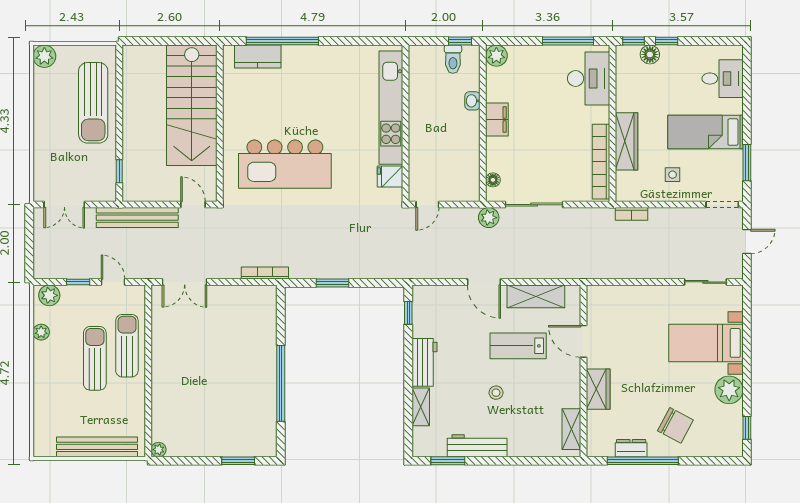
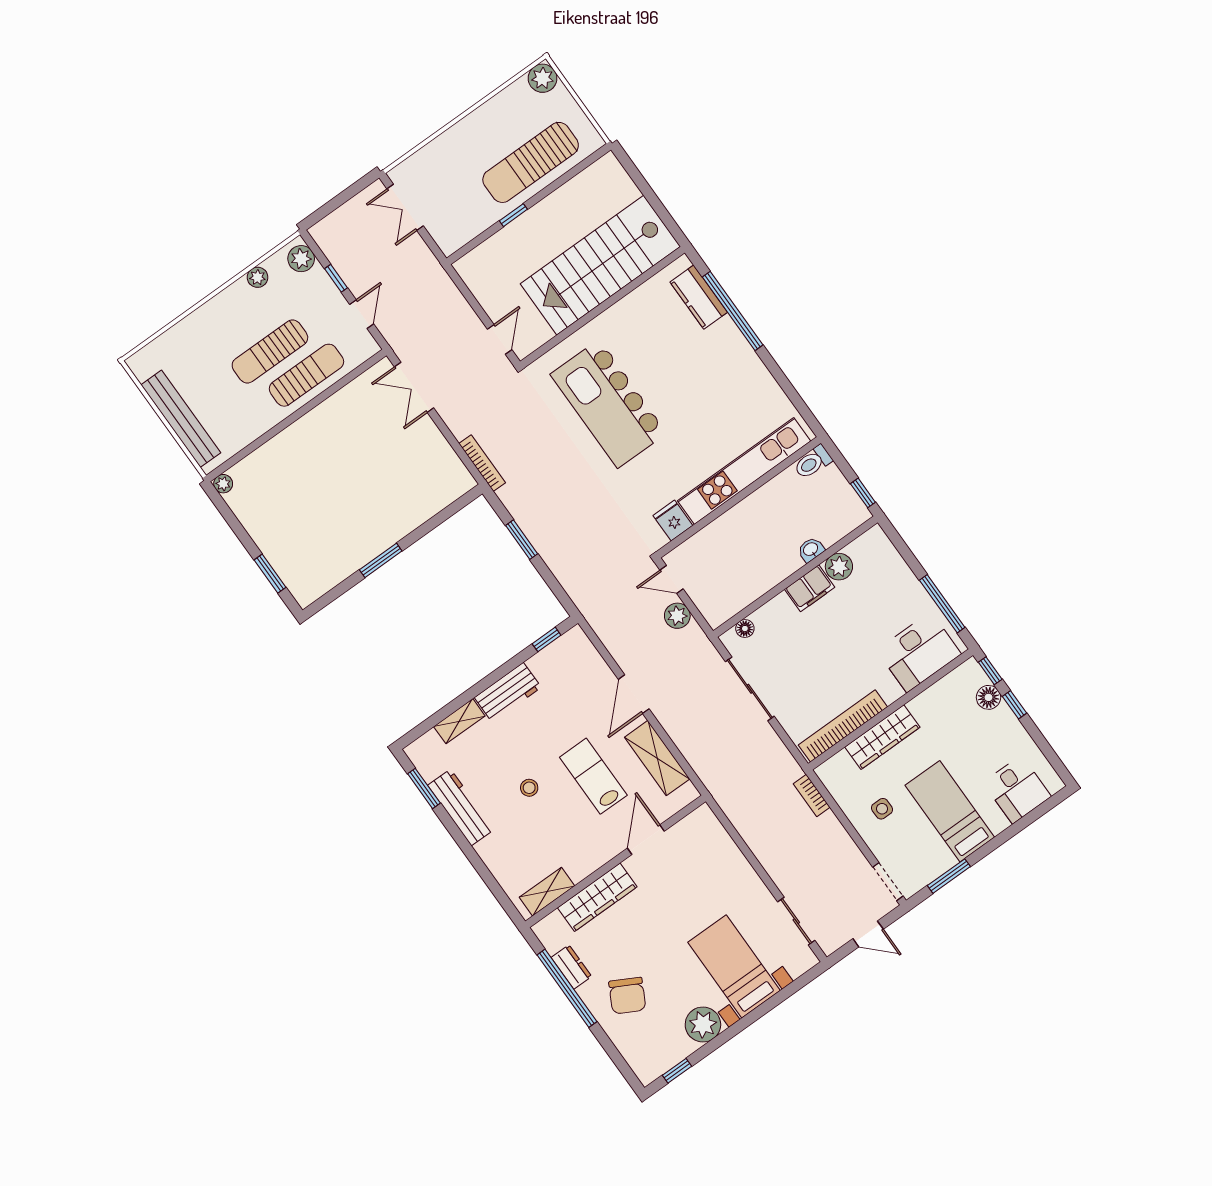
plant: (496, 56) -> (839, 567), moved
toilet: (453, 59) -> (813, 462), moved
window: (119, 171) -> (513, 215), moved
bench: (137, 218) -> (445, 292), removed
plant: (489, 218) -> (677, 616), moved
sun lounger: (95, 358) -> (270, 352), turned 180
window: (281, 383) -> (381, 560), width x0.47
wardrobe: (598, 389) -> (597, 897), width x1.50

